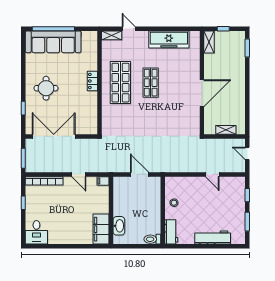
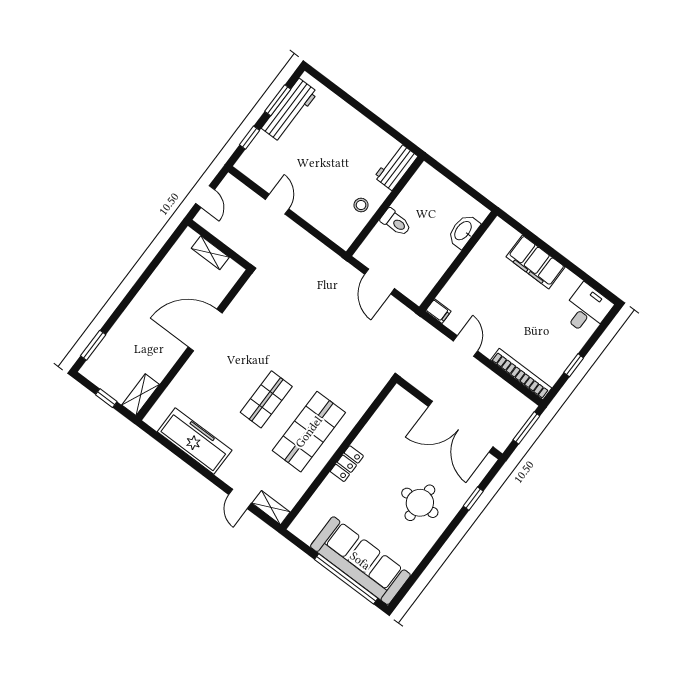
filing cabinet: (101, 229) -> (536, 262), moved, turned 90
workbench: (213, 237) -> (290, 110), moved, turned -90
toilet: (152, 239) -> (396, 222), moved

